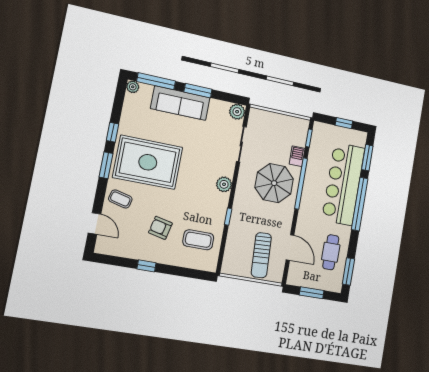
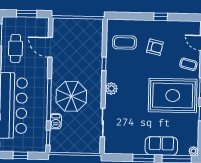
sofa: (180, 103) -> (161, 146), width x0.73
plant: (237, 112) -> (110, 148), removed
sun lounger: (261, 255) -> (73, 38), removed

